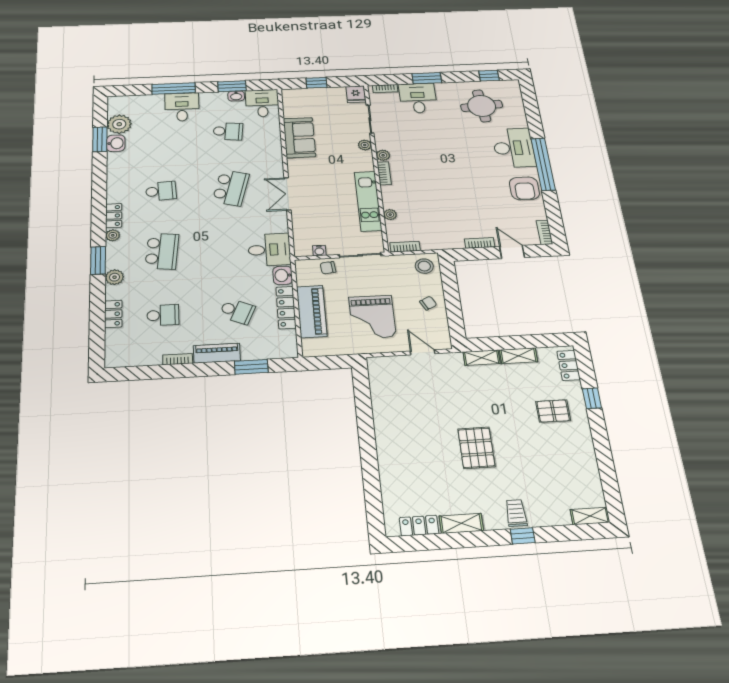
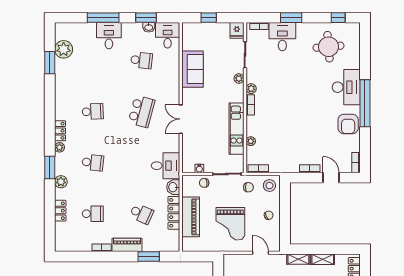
washbasin: (116, 143) -> (61, 67), removed
school desk: (162, 251) -> (93, 163), width x0.54
chair: (394, 270) -> (248, 187), added

